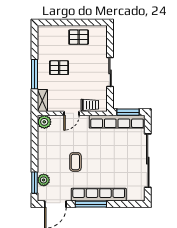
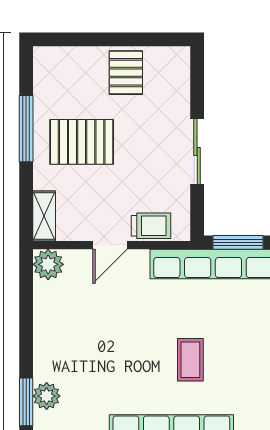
pallet: (79, 37) -> (126, 73), turned 90
pallet: (59, 68) -> (82, 142), width x1.50, depth x1.42
window: (35, 74) -> (26, 129), moved
coffee table: (75, 162) -> (190, 360), moved

